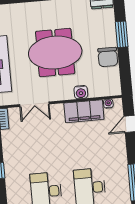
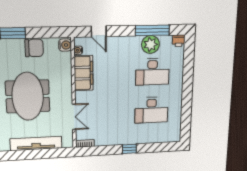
water cooler: (81, 92) -> (65, 45), moved
plant: (120, 182) -> (150, 44), added

